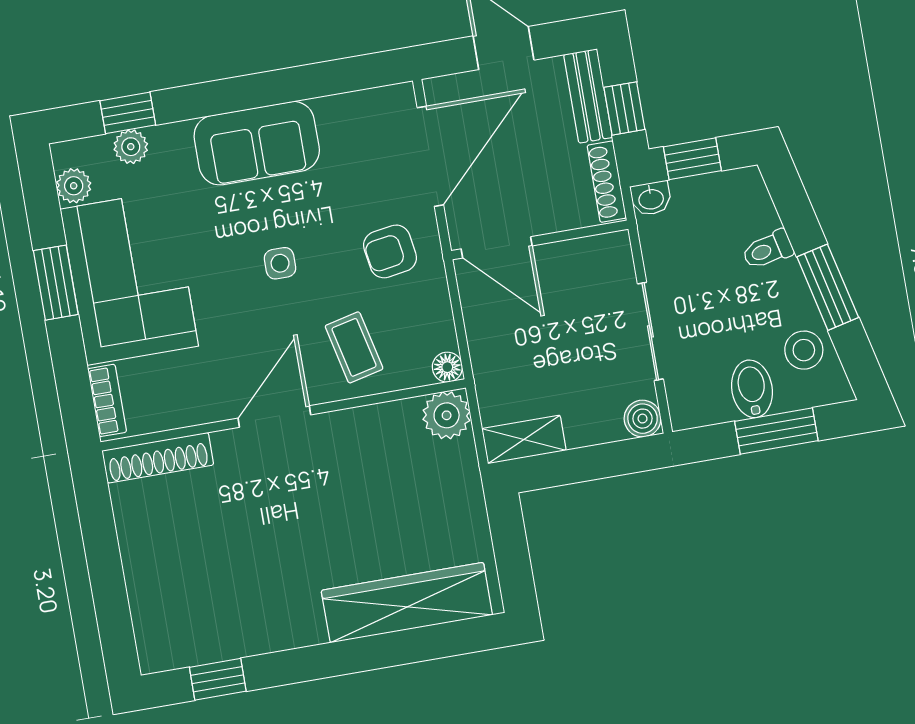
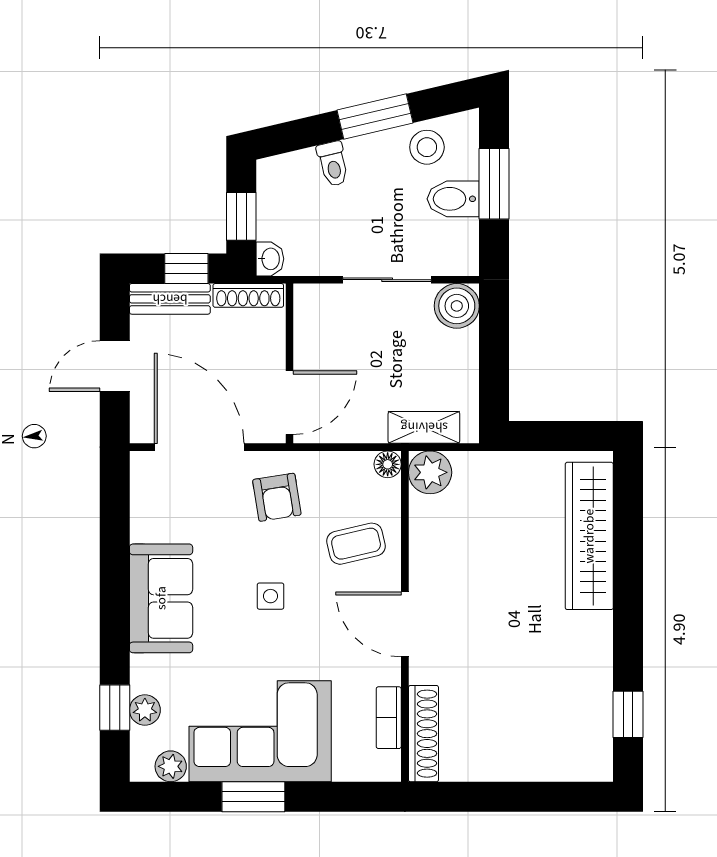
bookcase: (107, 400) -> (389, 718), moved, turned -90
boiler: (643, 419) -> (457, 306), width x1.36, depth x1.36
shelving: (524, 440) -> (424, 427), moved, turned 90

